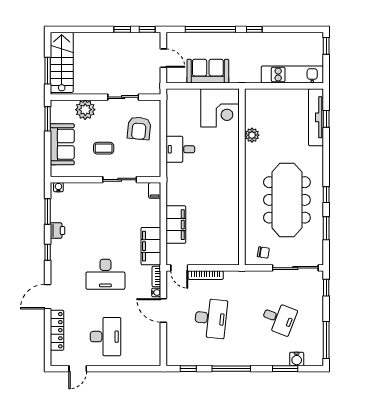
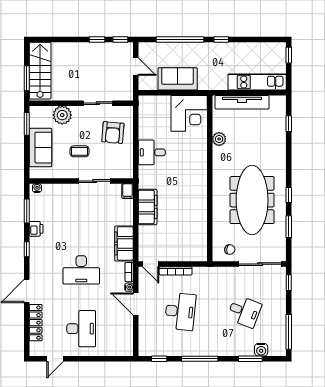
tv unit: (316, 117) -> (242, 102), moved, turned -90
filing cabinet: (176, 225) -> (148, 207), moved

